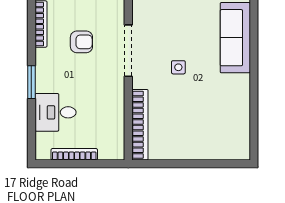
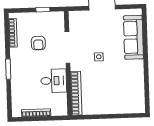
armchair: (81, 42) -> (38, 43), turned 90
desk: (55, 112) -> (54, 81), moved, turned 180

